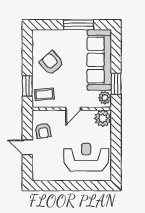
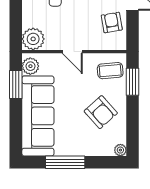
plant: (37, 34) -> (120, 150), added
door: (73, 109) -> (72, 52), swing flipped

